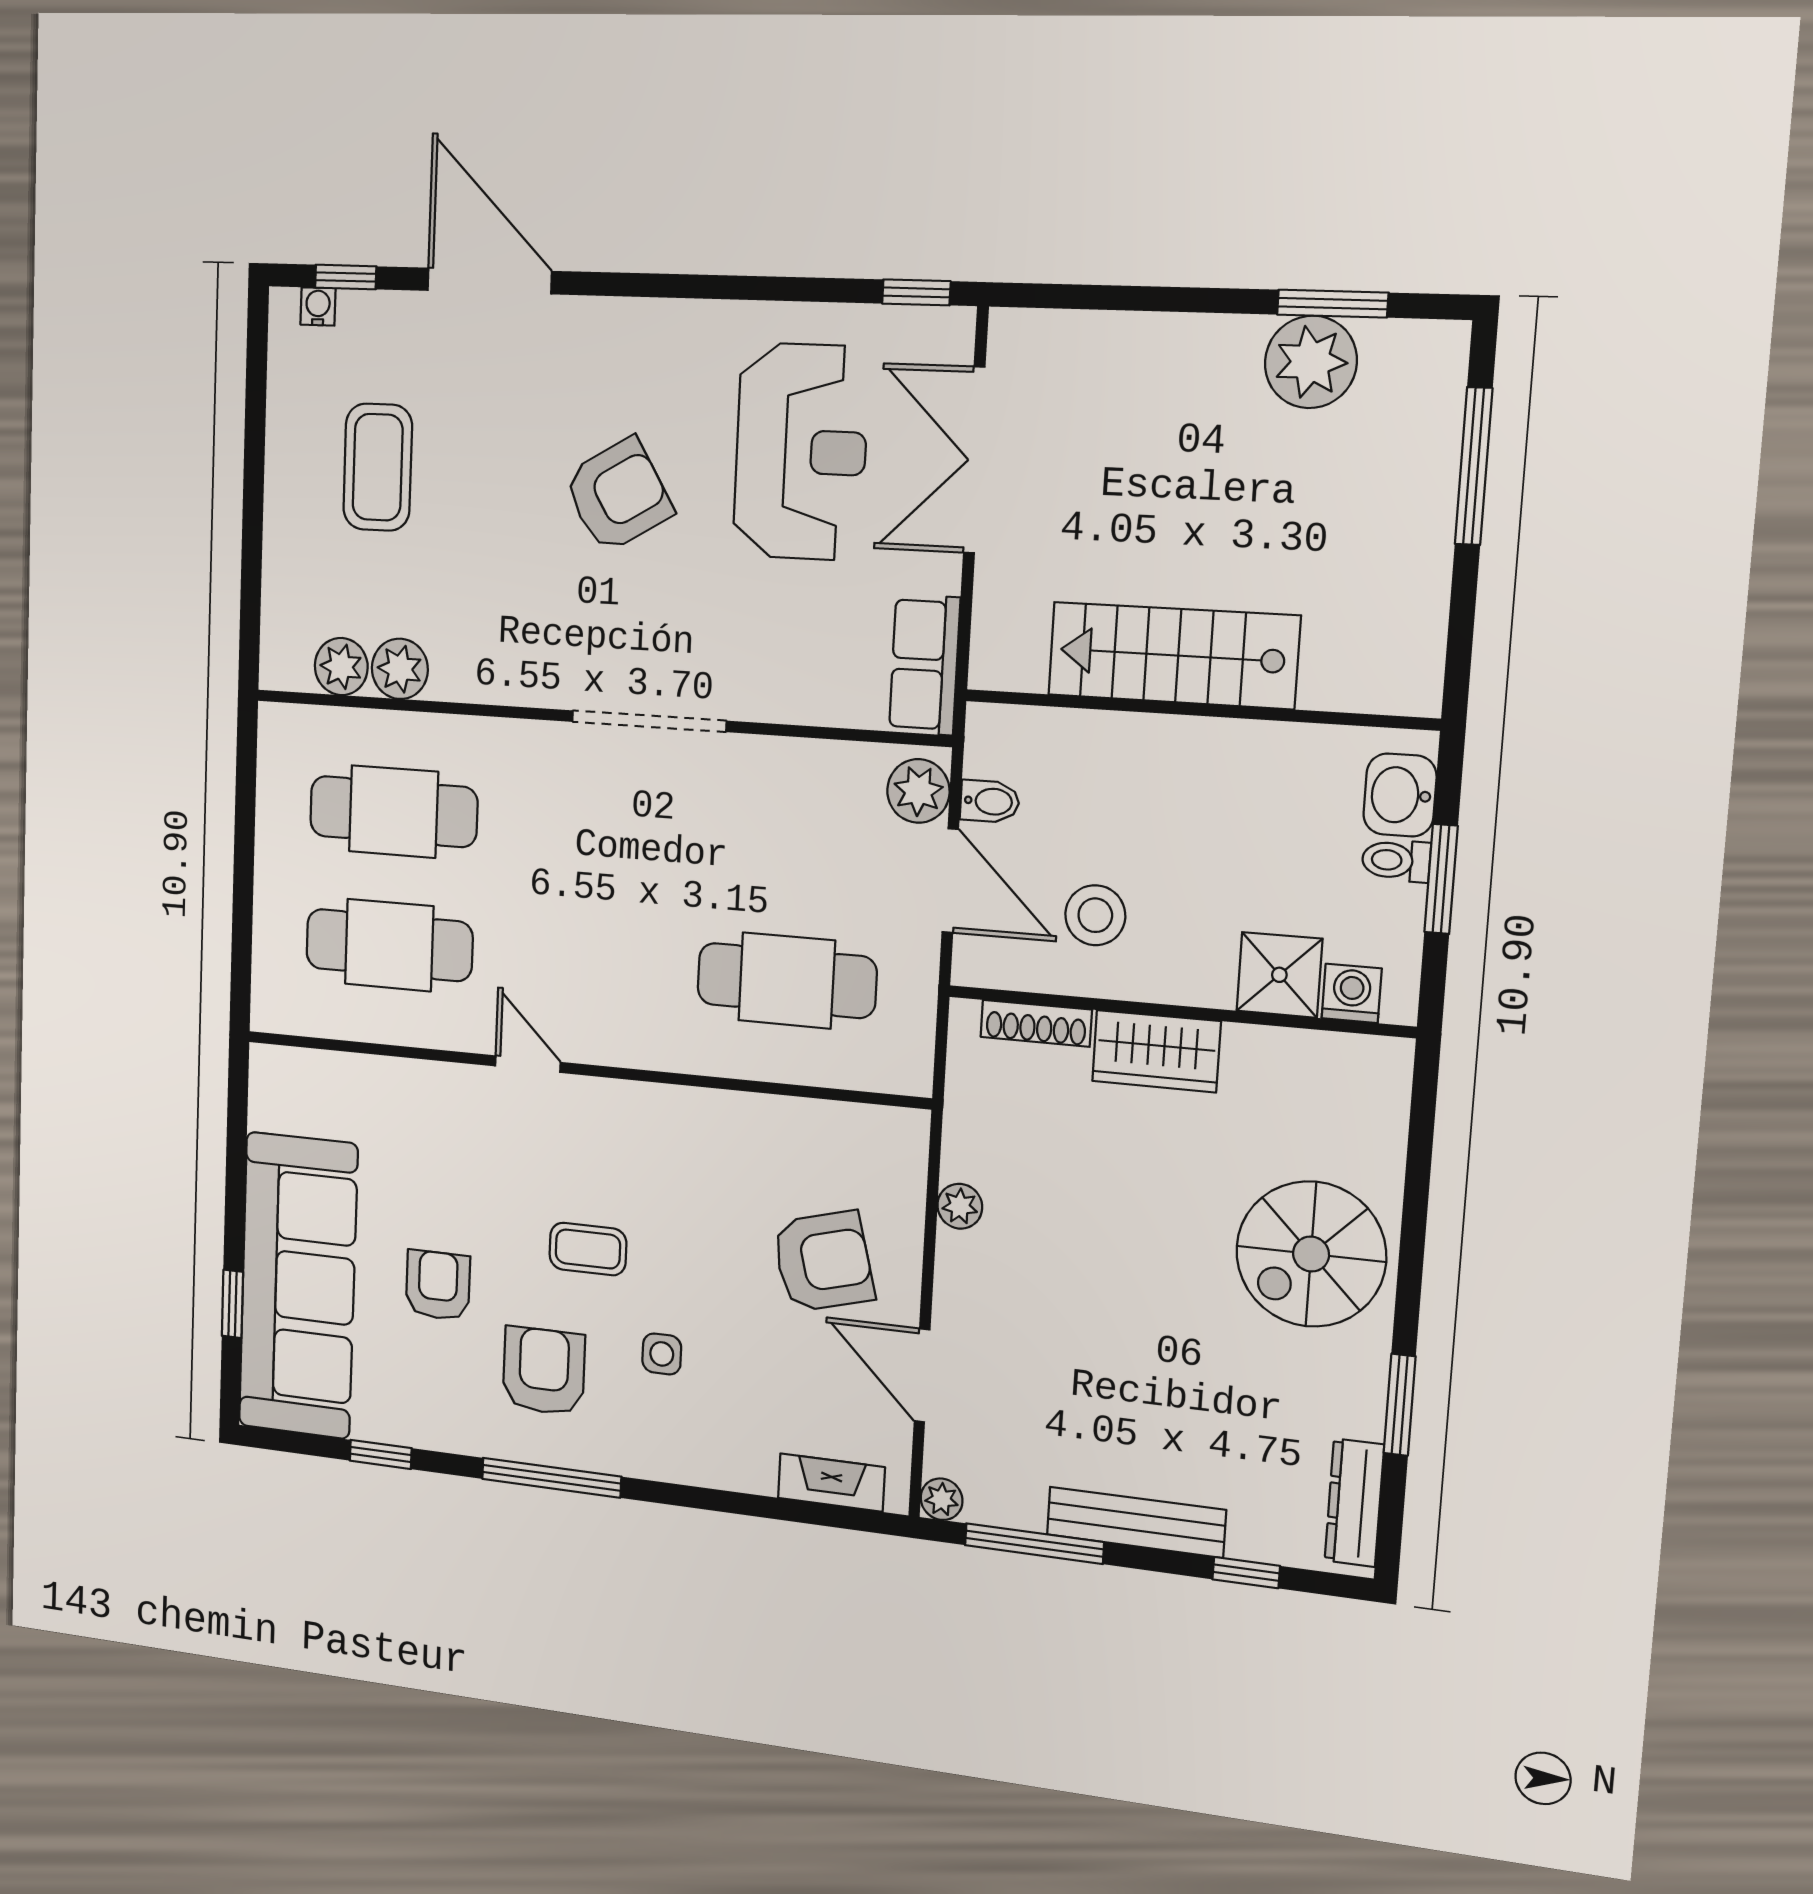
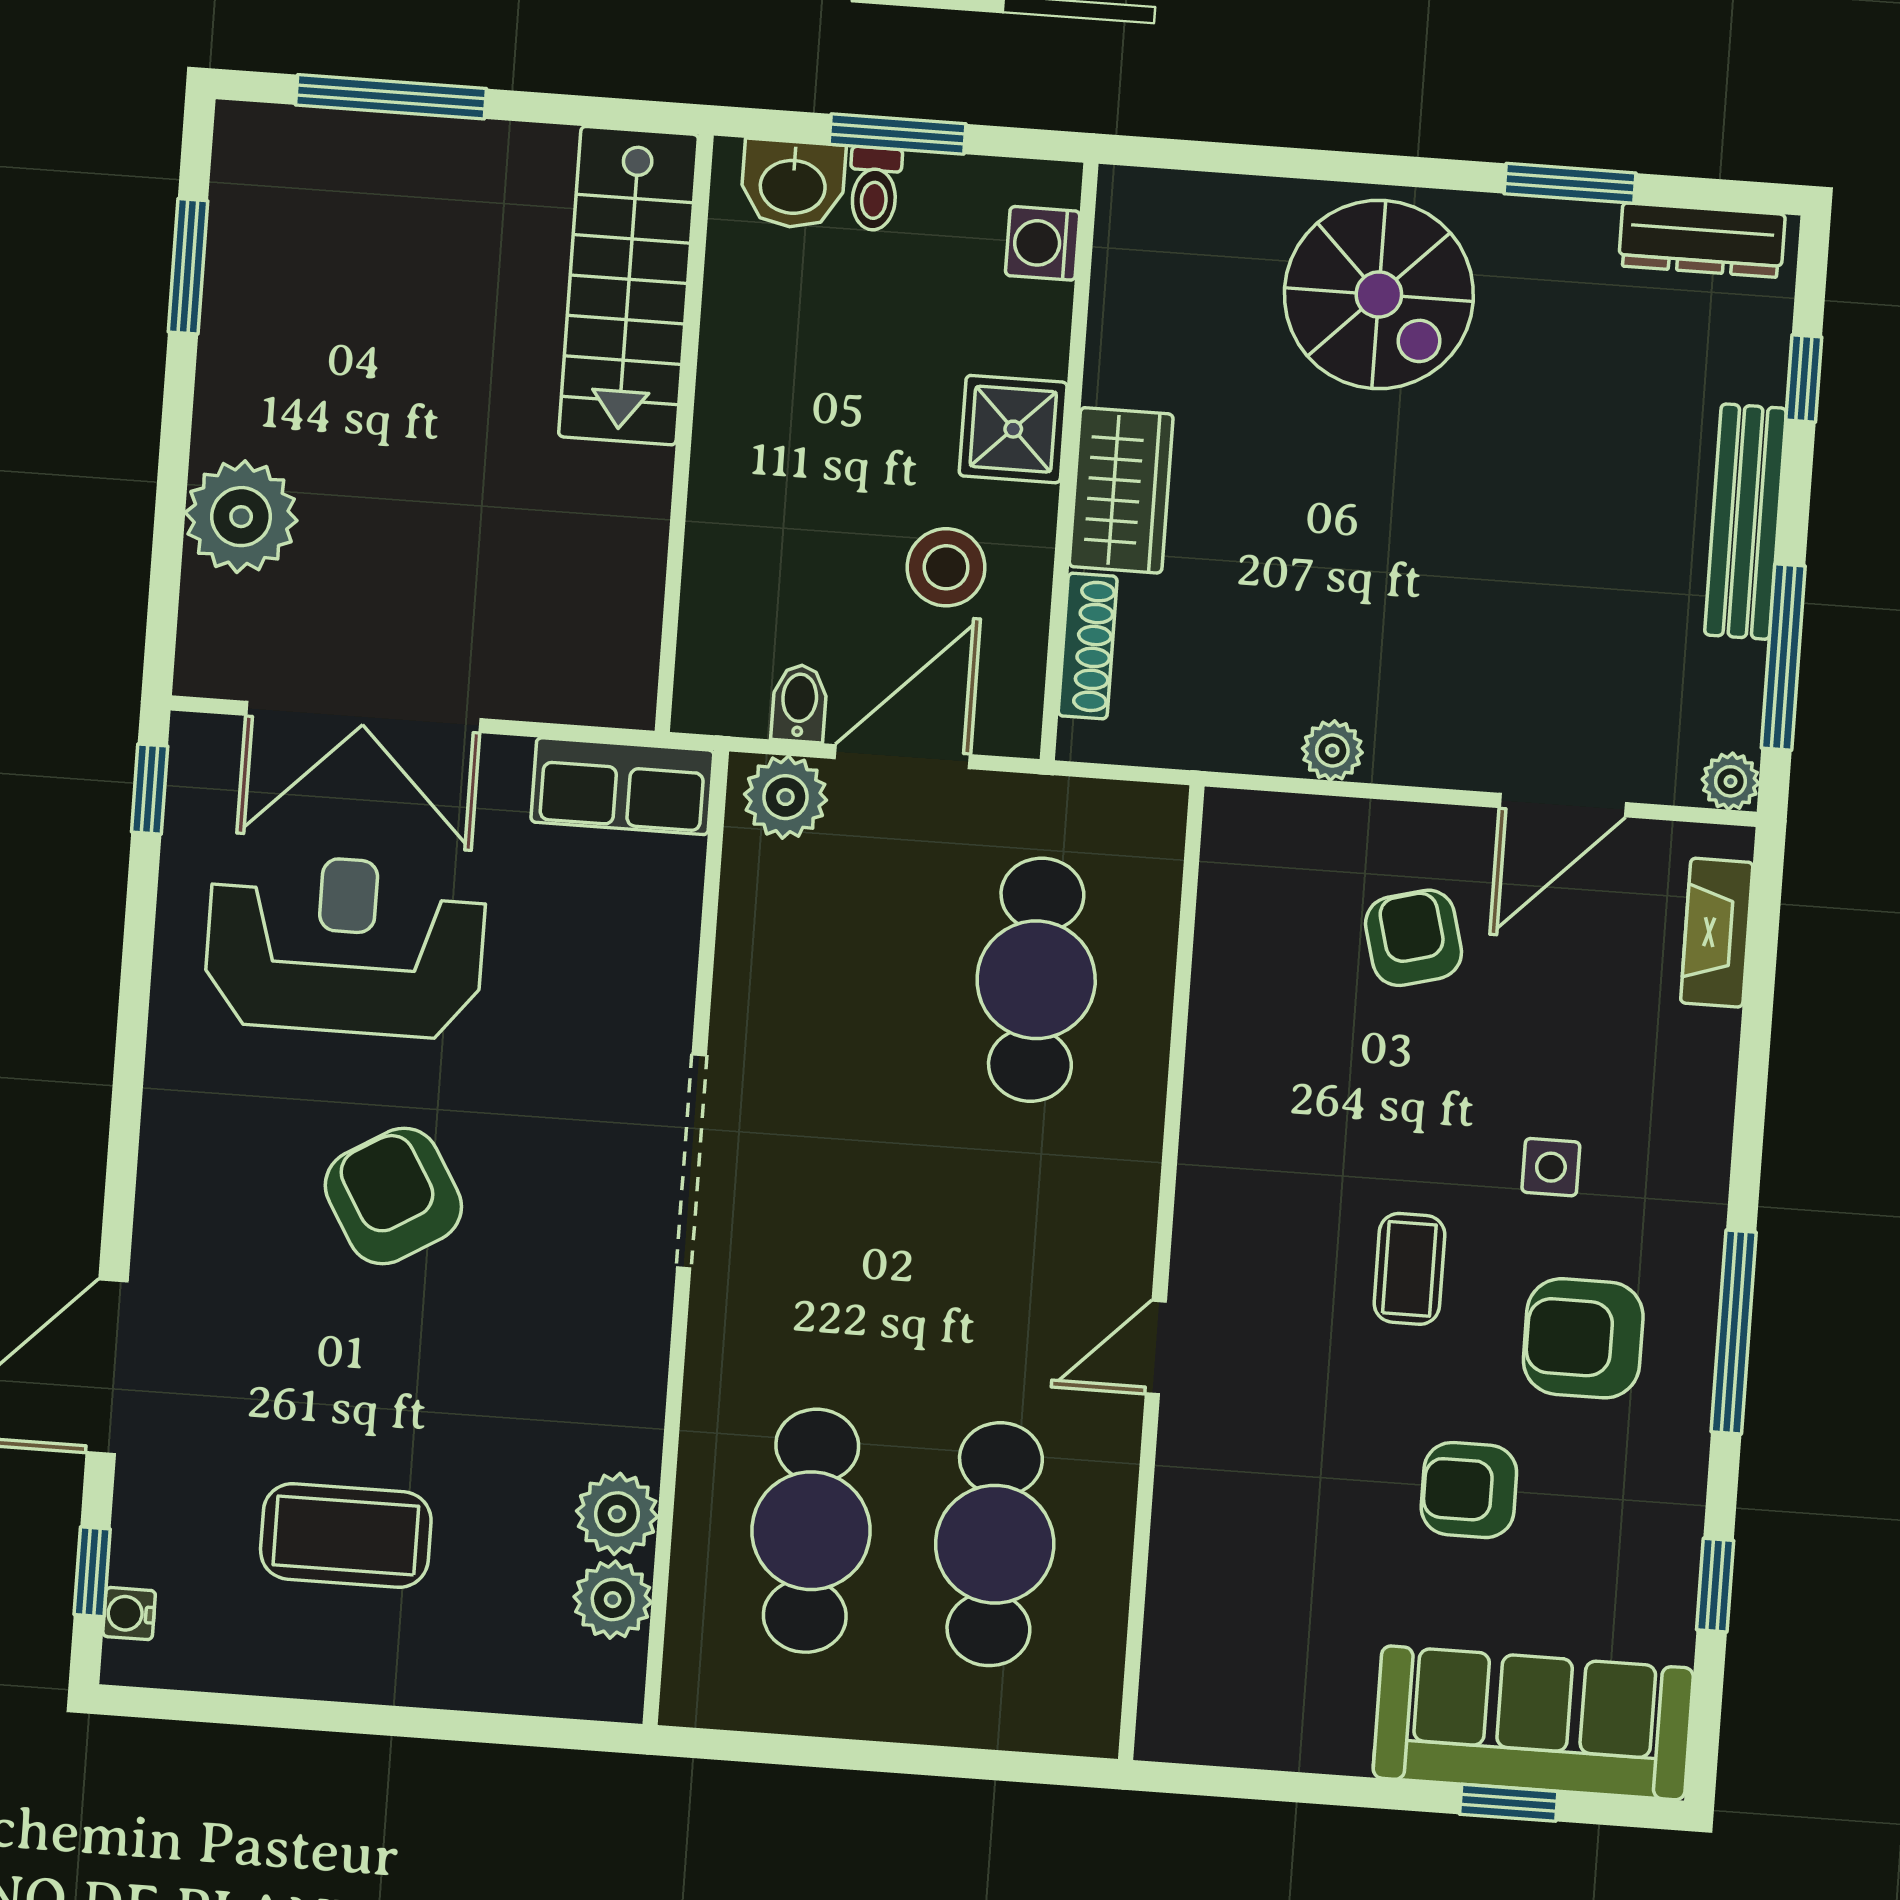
plant: (1311, 362) -> (241, 517), moved
stairs: (1173, 655) -> (629, 286), moved
shower: (1279, 975) -> (1013, 429), moved
armchair: (823, 1261) -> (1414, 938), width x0.72, depth x0.72
sofa: (298, 1286) -> (1533, 1723), width x0.74, depth x0.79

